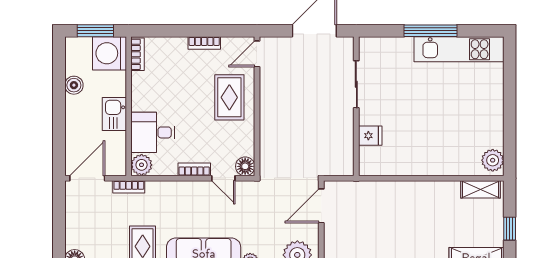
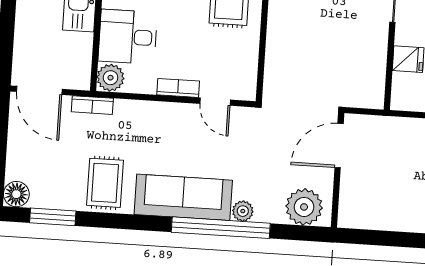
floor lamp: (245, 166) -> (244, 88), removed
door: (87, 178) -> (39, 90), swing flipped

